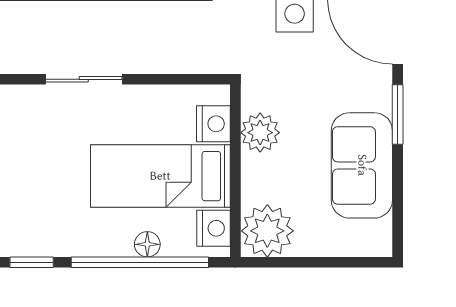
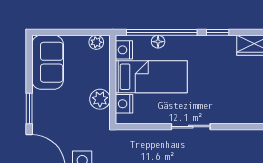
sofa: (362, 165) -> (48, 62), moved
plant: (267, 231) -> (96, 42), width x0.53, depth x0.53

